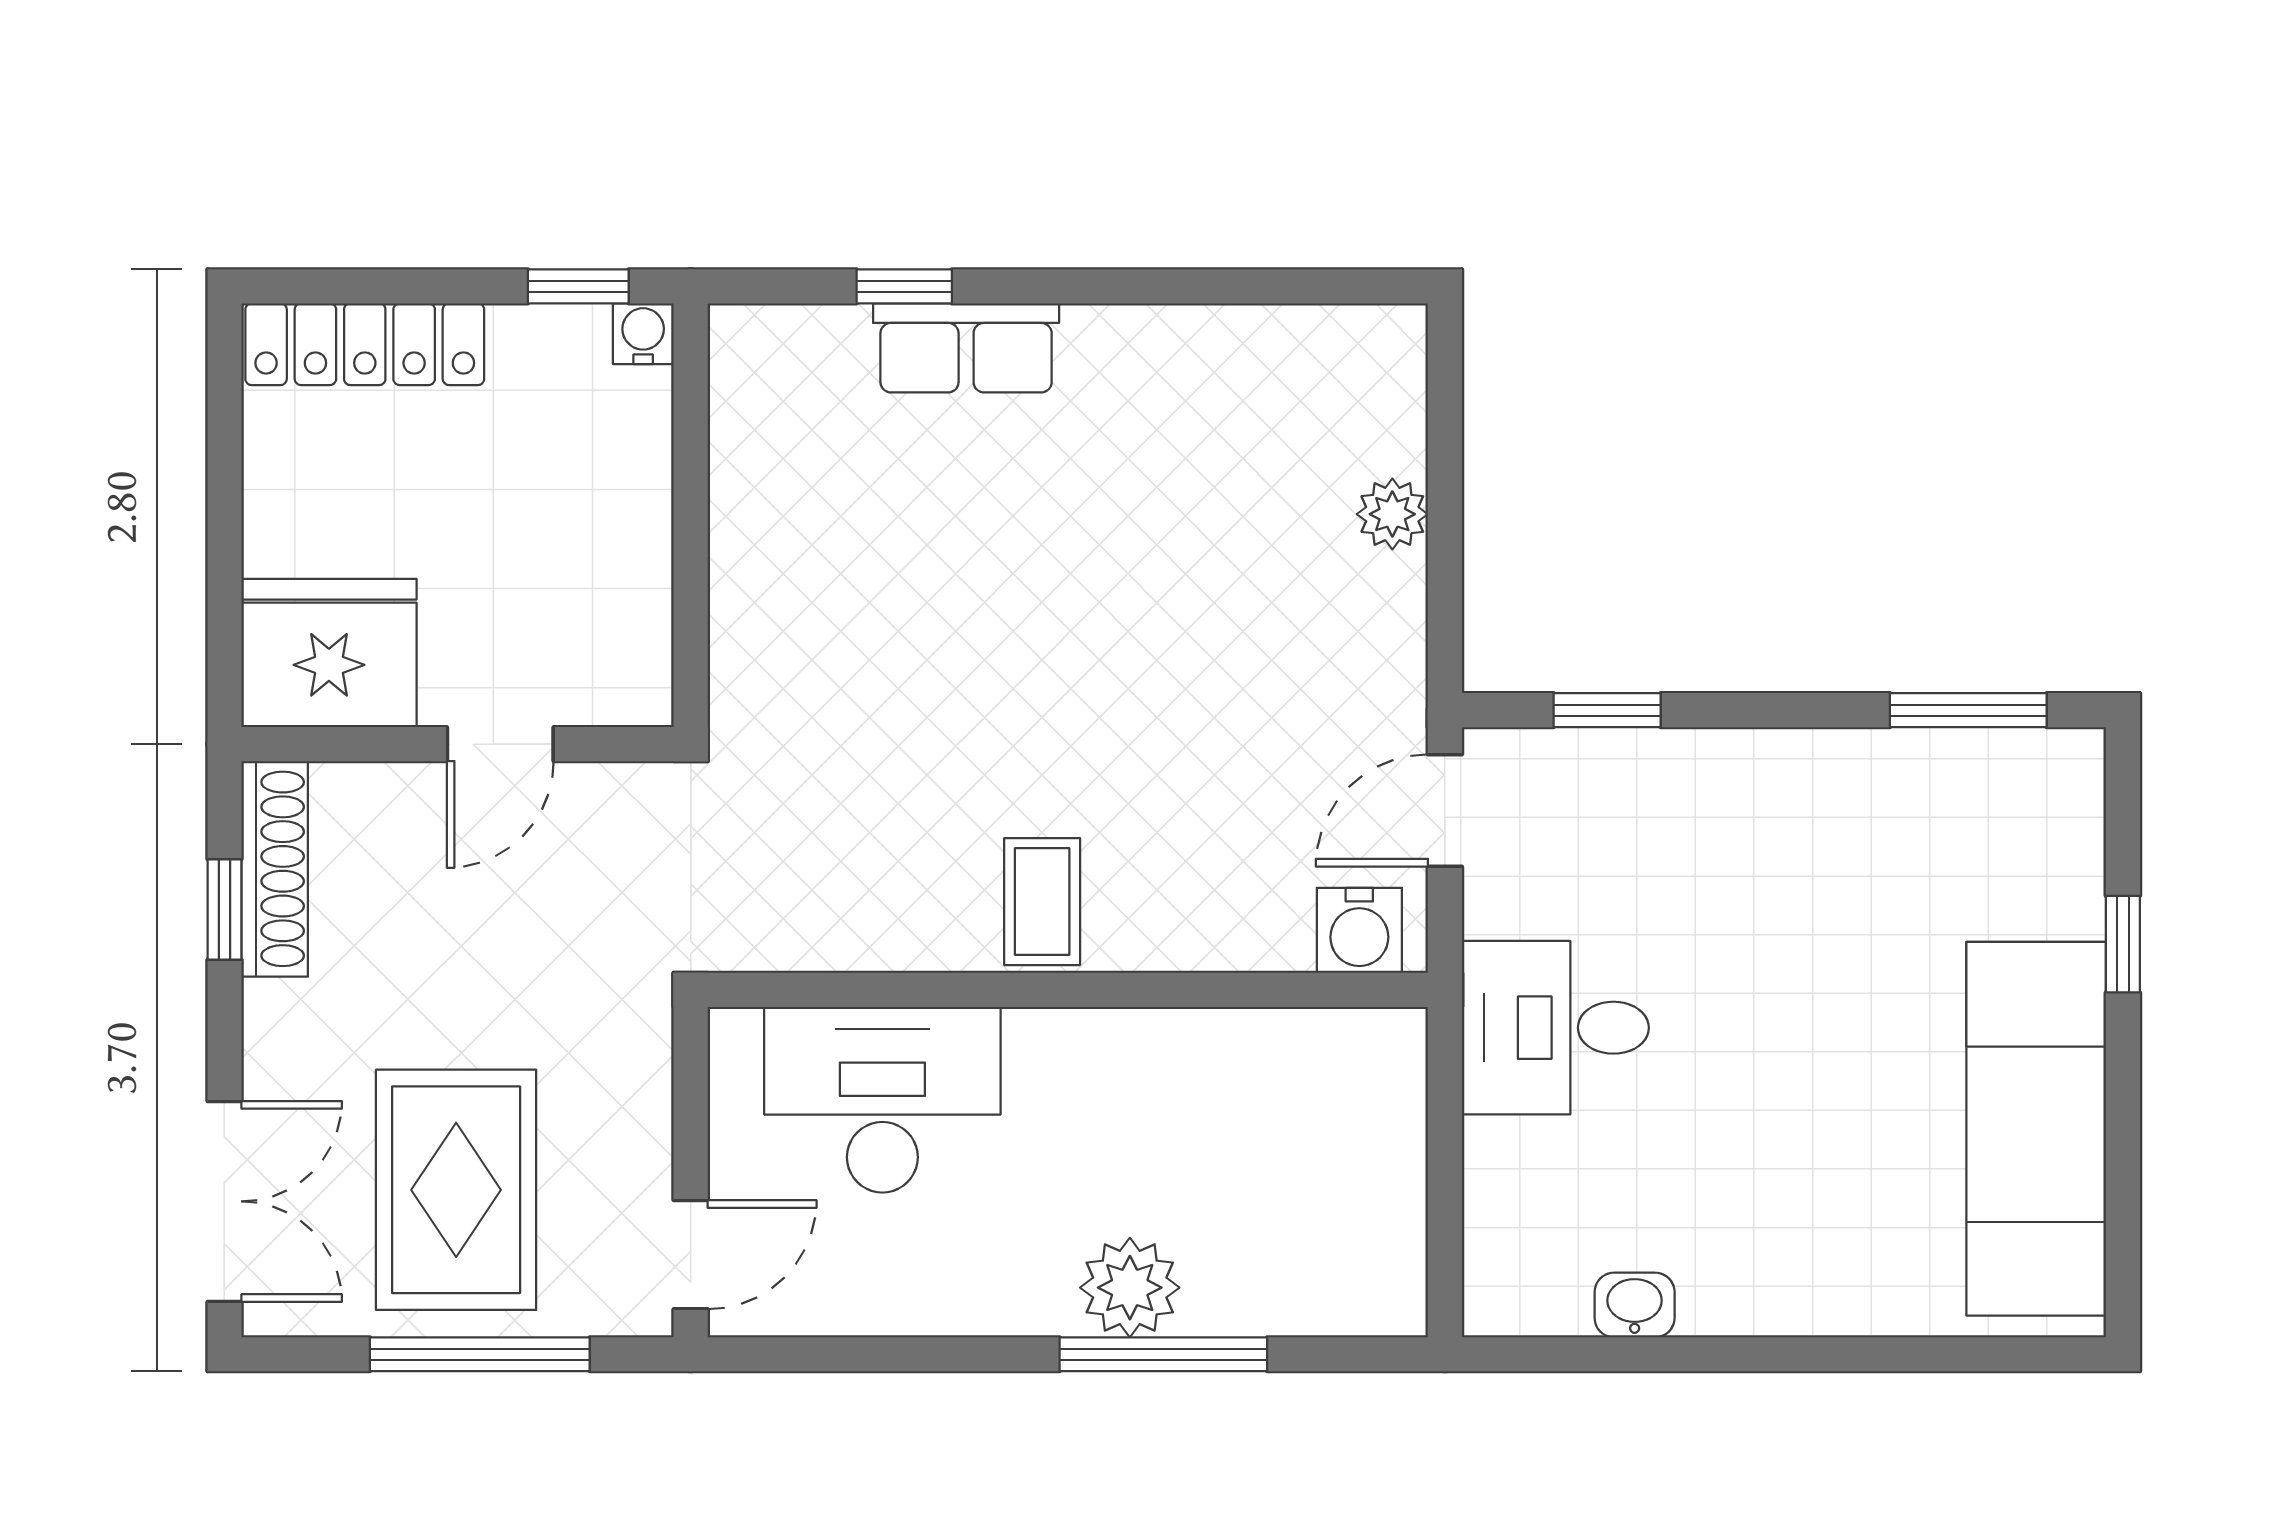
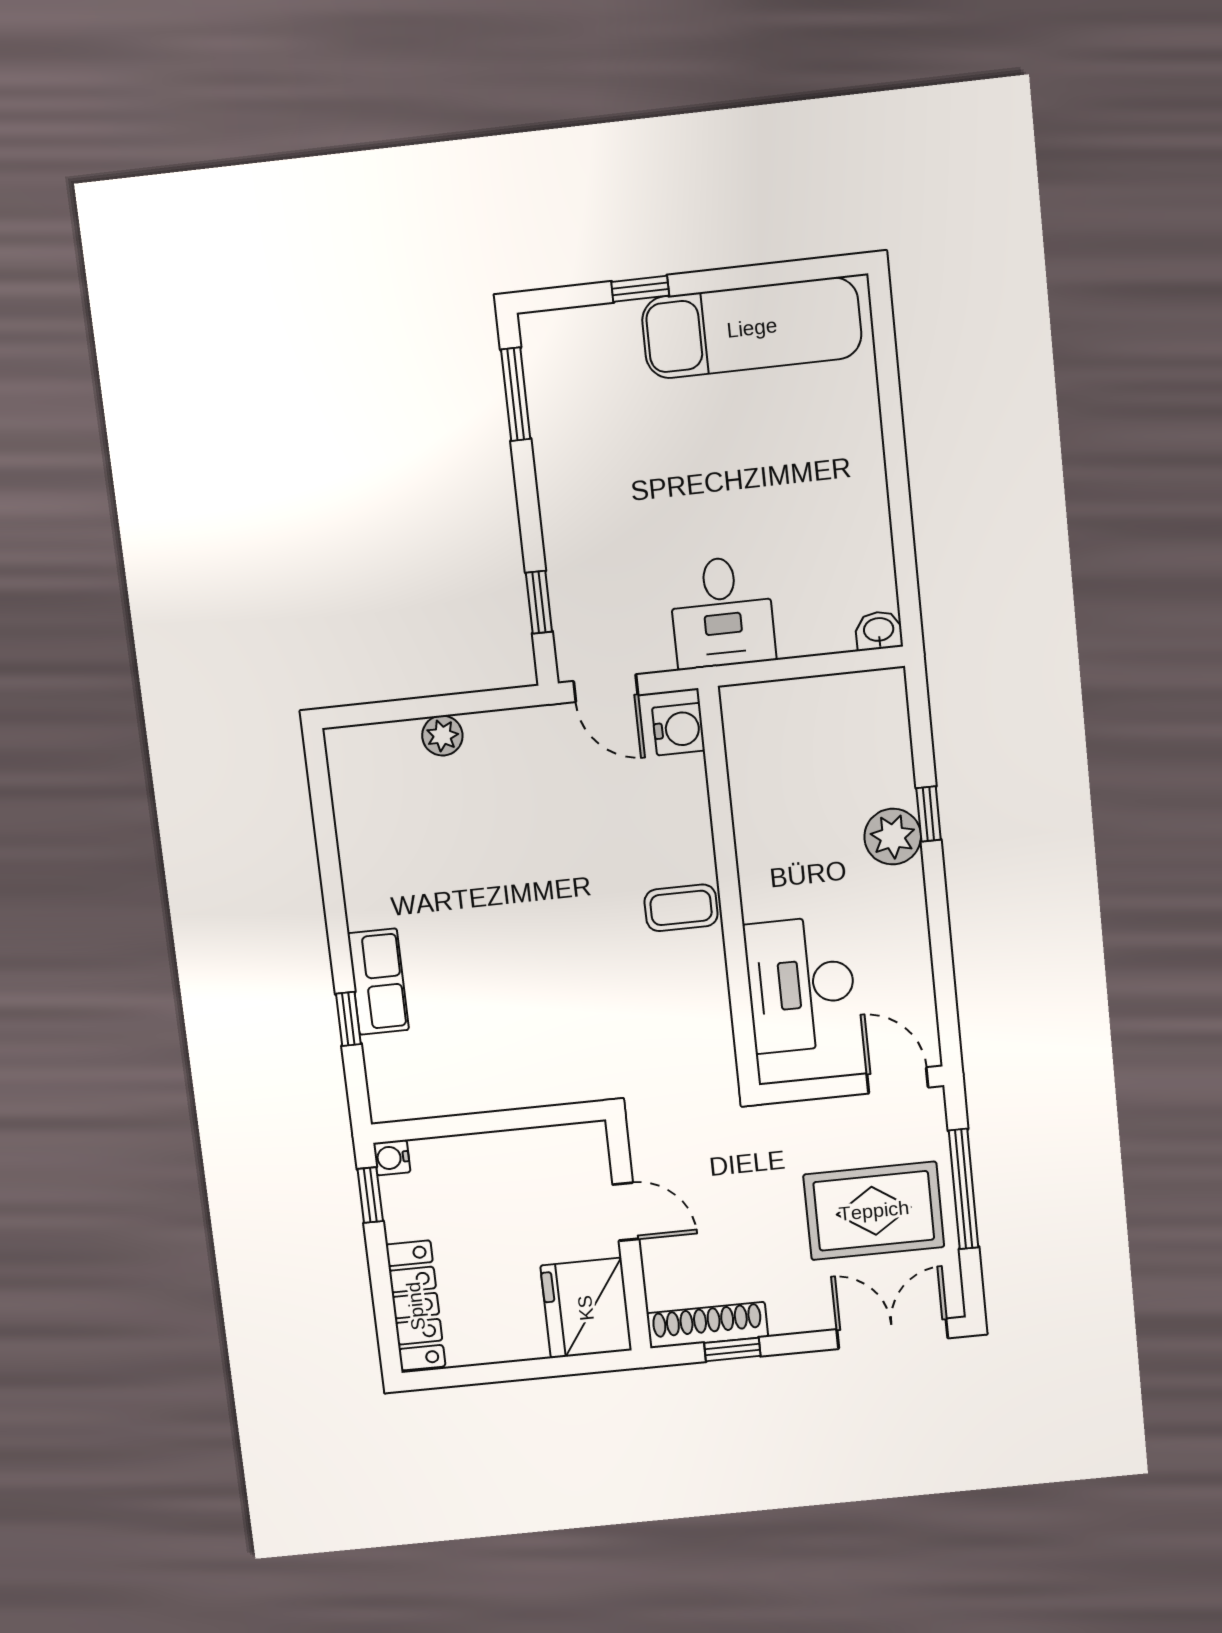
washbasin: (1635, 1305) -> (879, 631), moved, turned 90
window: (1163, 1354) -> (929, 814), width x0.46

